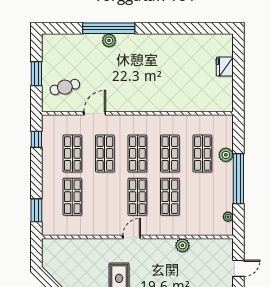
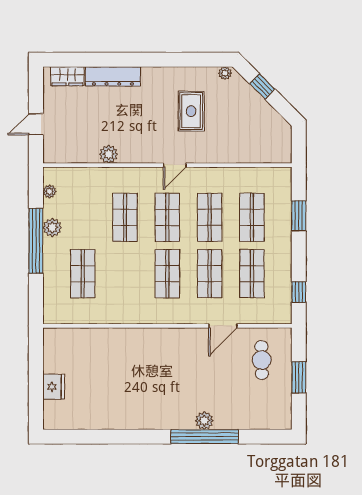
cafe table: (65, 87) -> (262, 360), turned -75
shop shelf: (170, 153) -> (210, 217), moved
plant: (226, 155) -> (52, 228), moved
window: (36, 210) -> (299, 216), moved

